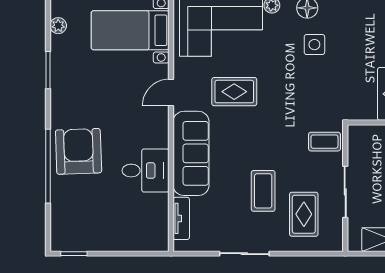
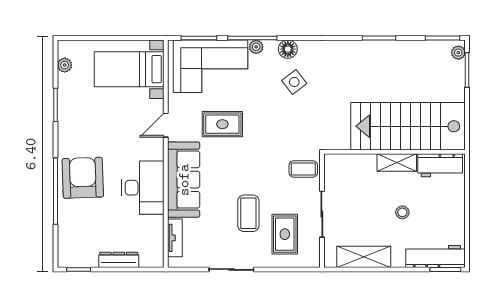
side table: (314, 45) -> (294, 82), turned -38
desk: (146, 171) -> (143, 188), width x1.37
dresser: (119, 243) -> (119, 260), added

